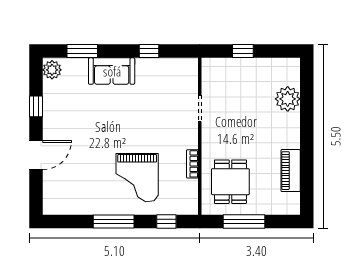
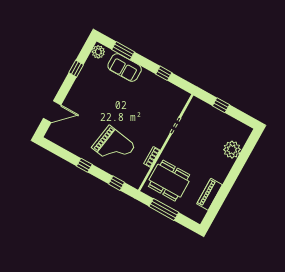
sofa: (112, 71) -> (125, 68), moved
door: (36, 155) -> (52, 112), moved
grand piano: (137, 178) -> (114, 147), turned -81
dining table: (230, 182) -> (169, 181), width x1.38
window: (114, 222) -> (84, 165), width x0.46

